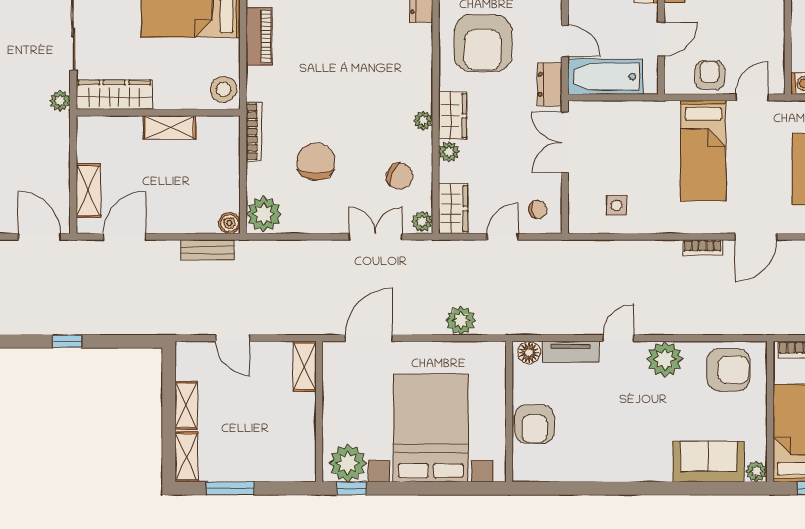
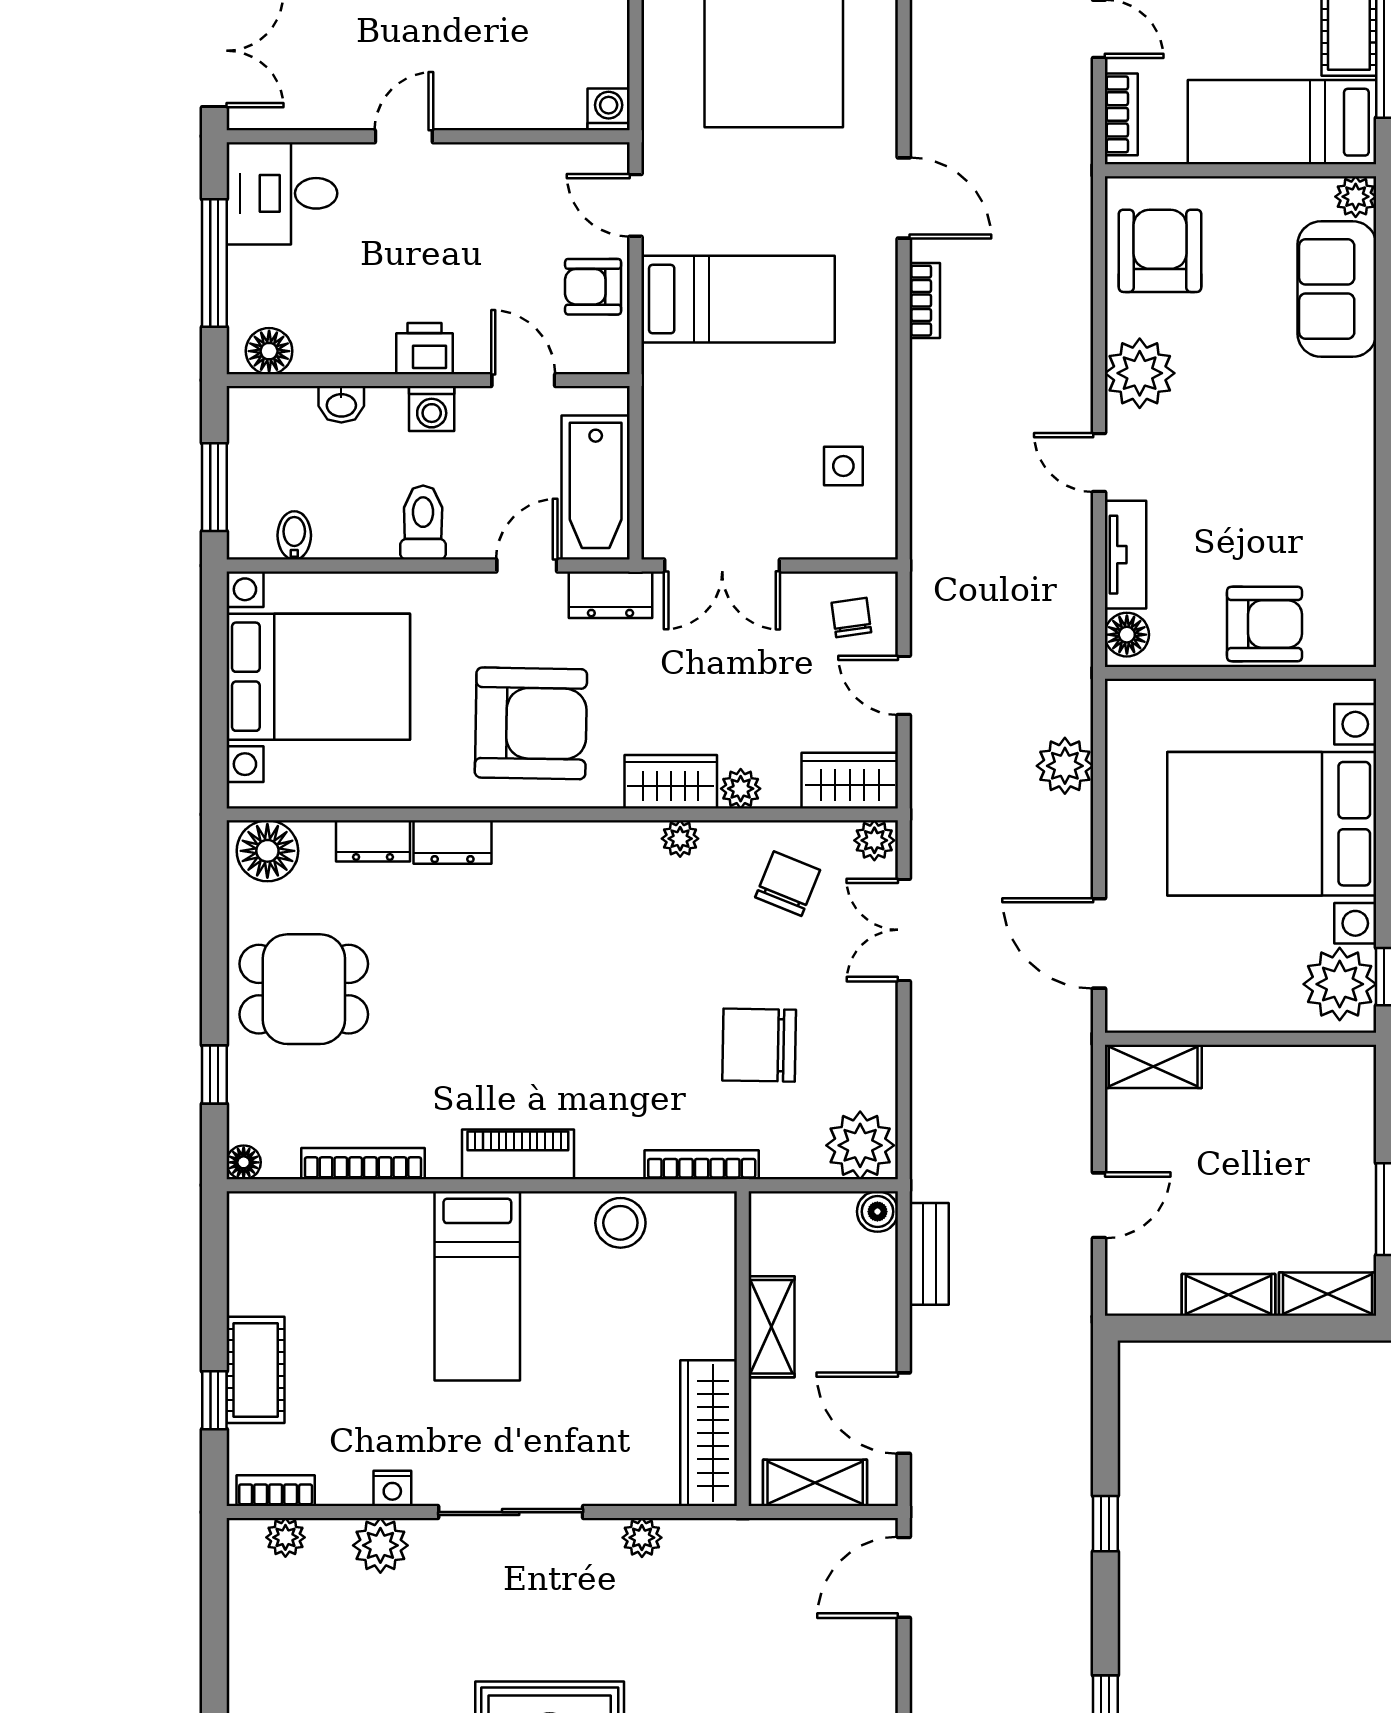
wardrobe: (114, 95) -> (709, 1433), moved
wall: (158, 113) -> (743, 1349), moved
shelving: (170, 127) -> (771, 1327), moved

